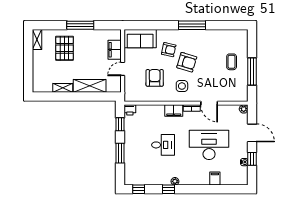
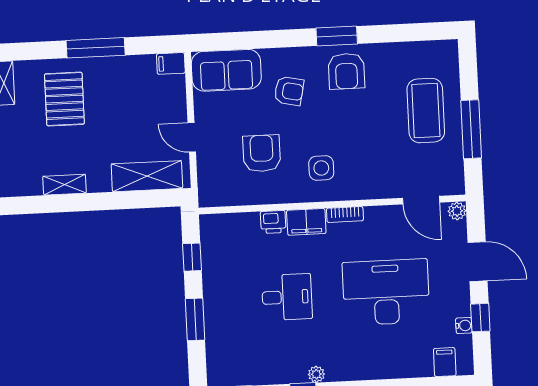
window: (192, 25) -> (337, 36), width x0.69
filing cabinet: (115, 50) -> (171, 63), moved, width x0.50
armchair: (187, 62) -> (346, 71), moved, turned 73
coffee table: (232, 62) -> (426, 111), width x1.86, depth x1.72
door: (123, 69) -> (192, 137), hinge flipped
shelving: (90, 86) -> (147, 176), moved
door: (209, 103) -> (421, 200), moved
printer: (130, 110) -> (273, 222), moved
filing cabinet: (215, 179) -> (445, 362), moved

